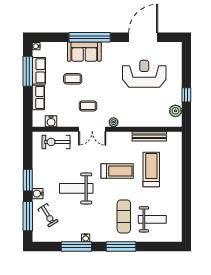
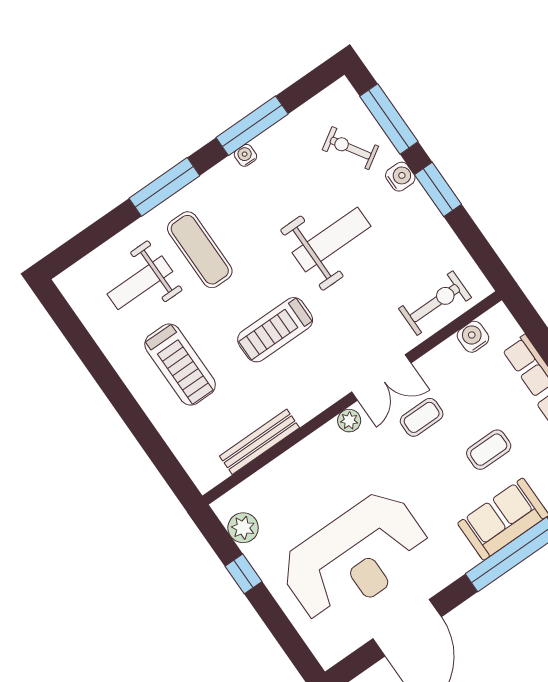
reception desk: (144, 74) -> (355, 558), width x1.36, depth x1.30
double door: (92, 129) -> (381, 378), swing flipped
treadmill: (151, 169) -> (180, 365), moved

